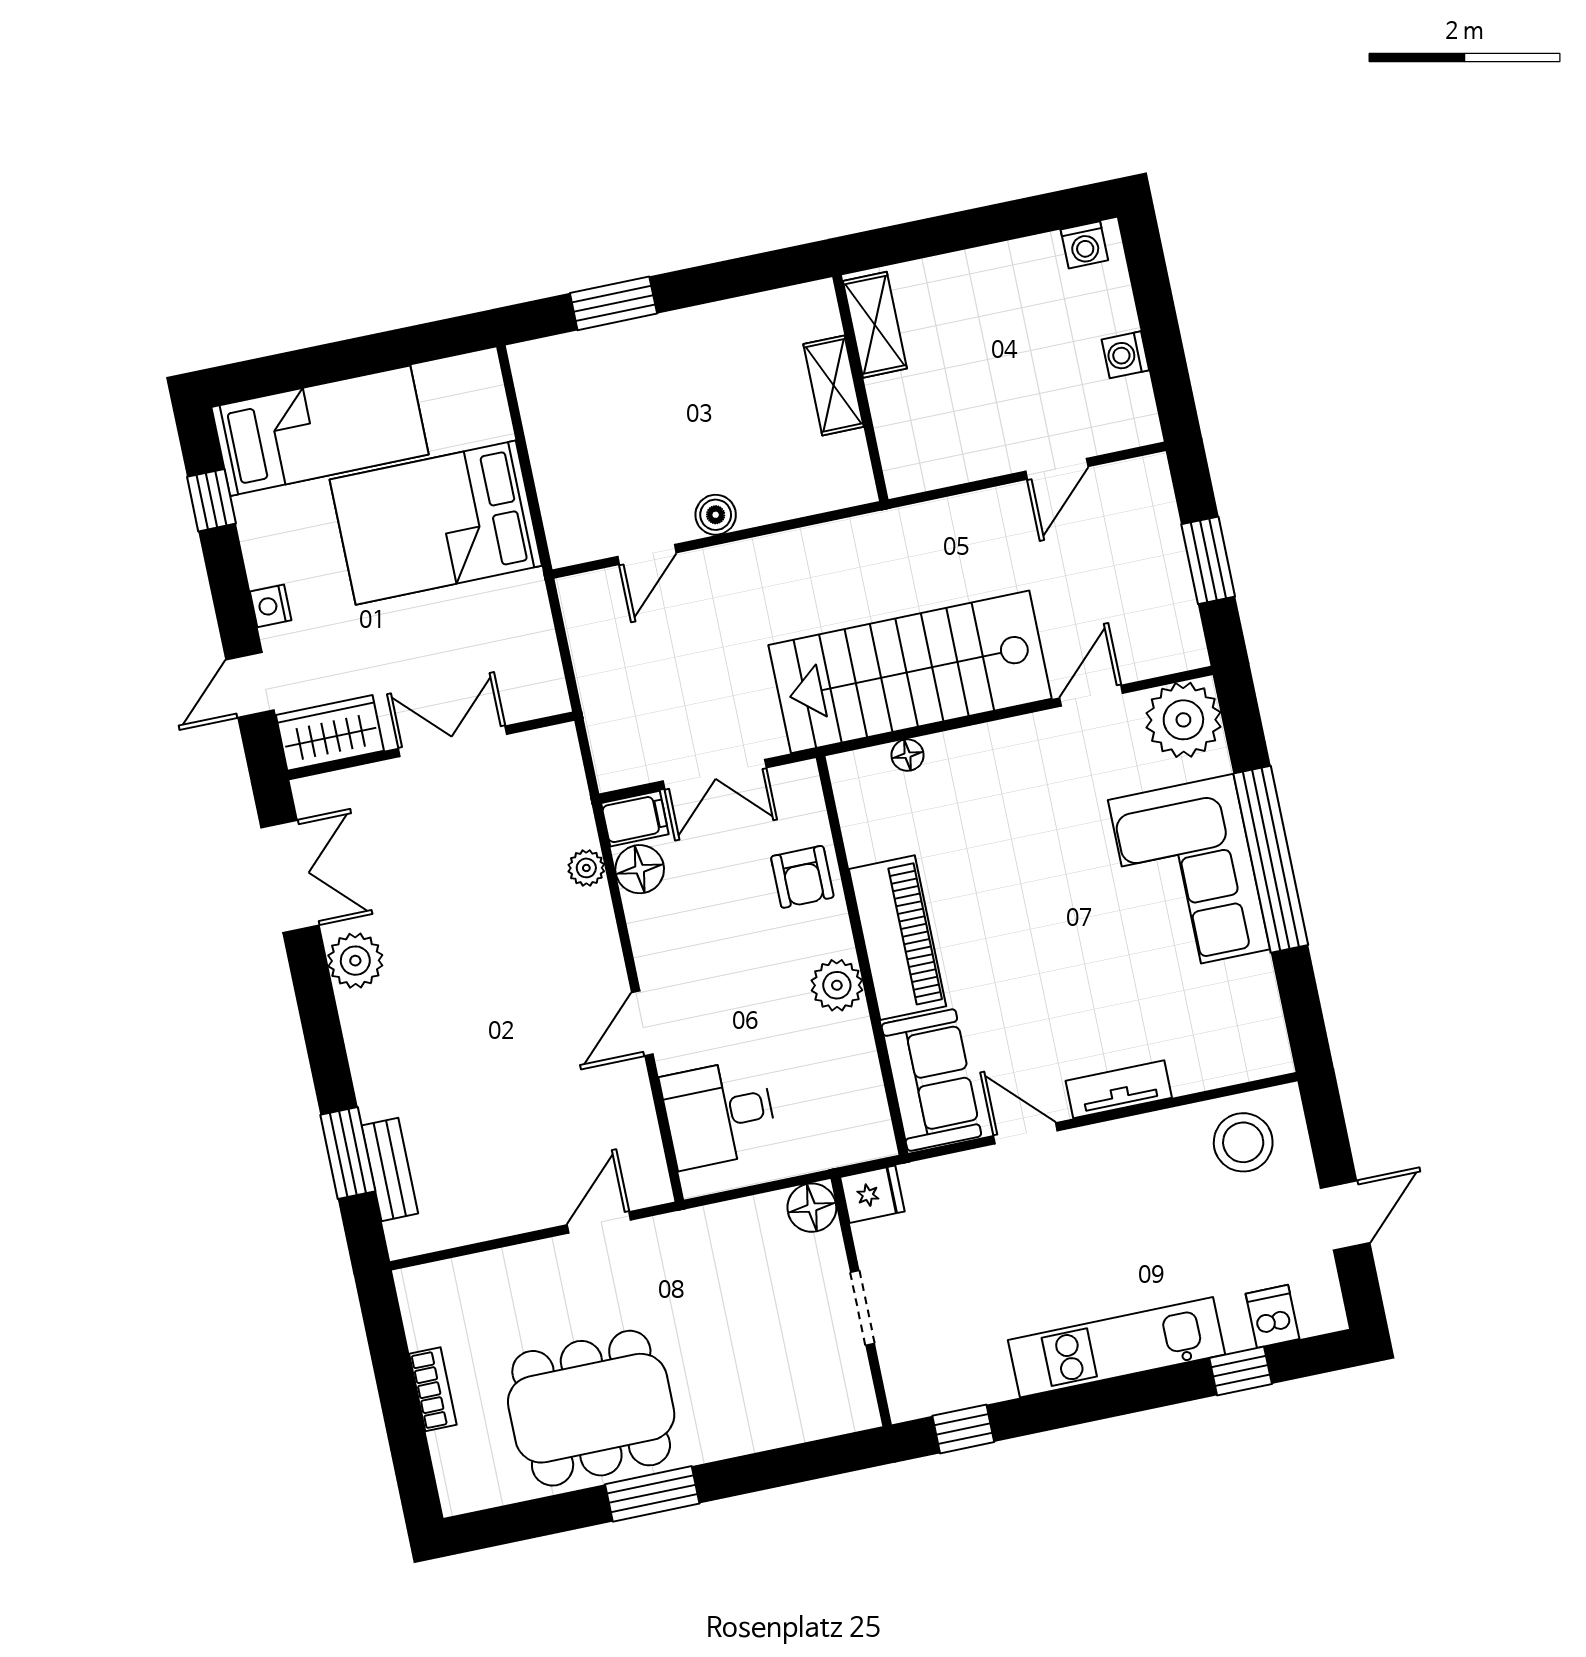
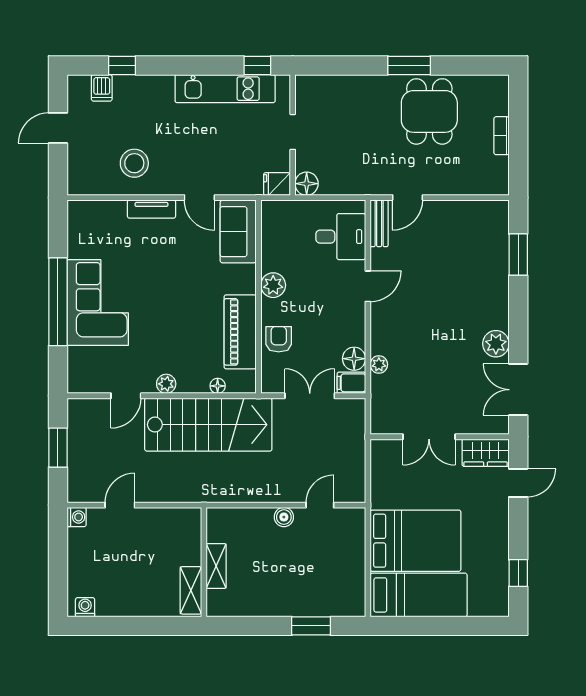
washing machine: (1125, 355) -> (77, 517), moved
bed: (320, 431) -> (419, 595), moved, turned 180
nightstand: (271, 606) -> (501, 518), removed
plant: (1183, 720) -> (166, 384), moved, width x0.53, depth x0.53
piano: (897, 938) -> (240, 332), moved
stool: (1243, 1142) -> (134, 163), moved
bench: (390, 1169) -> (379, 223), moved
kitchen unit: (1116, 1347) -> (225, 89), moved
dining table: (591, 1408) -> (429, 111), width x0.73

